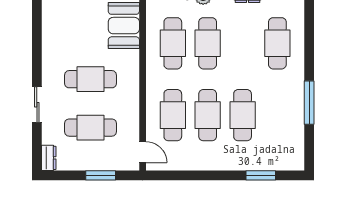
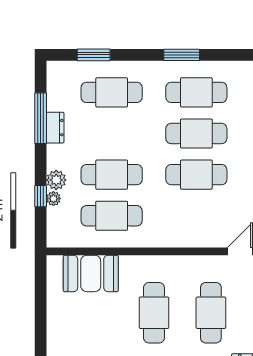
window: (309, 28) -> (94, 55), added
window: (309, 103) -> (182, 55), width x0.69
cafe table: (173, 115) -> (196, 92), moved

